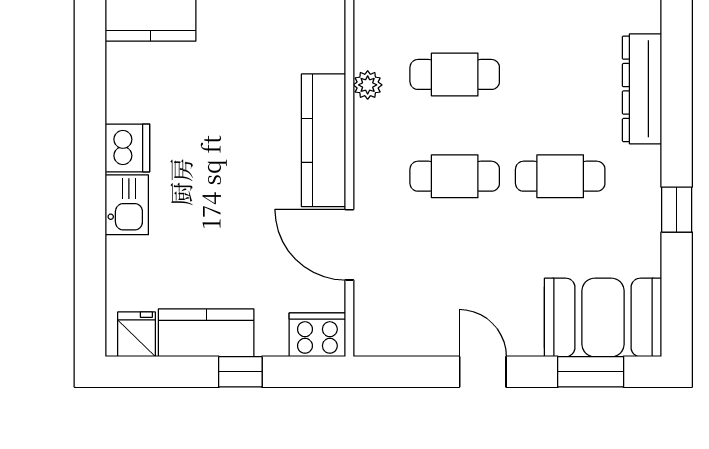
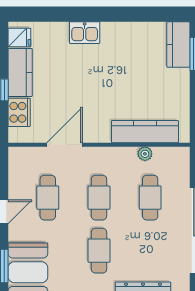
kitchen counter: (324, 140) -> (145, 132), moved
dishwasher: (127, 148) -> (113, 33), removed
cafe table: (455, 278) -> (48, 198), added
cooker: (317, 335) -> (19, 112), moved

